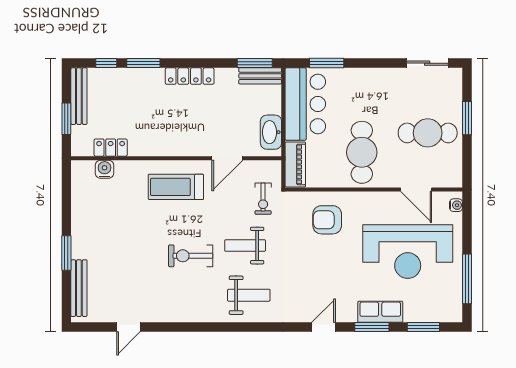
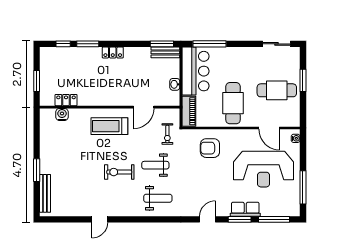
window: (327, 63) -> (210, 44), width x1.44
locker: (190, 76) -> (113, 53), width x0.66
bench: (79, 96) -> (45, 66), removed
washbasin: (271, 132) -> (175, 84), width x0.52, depth x0.69
door: (128, 327) -> (100, 219), moved
window: (423, 327) -> (274, 219), width x1.44

